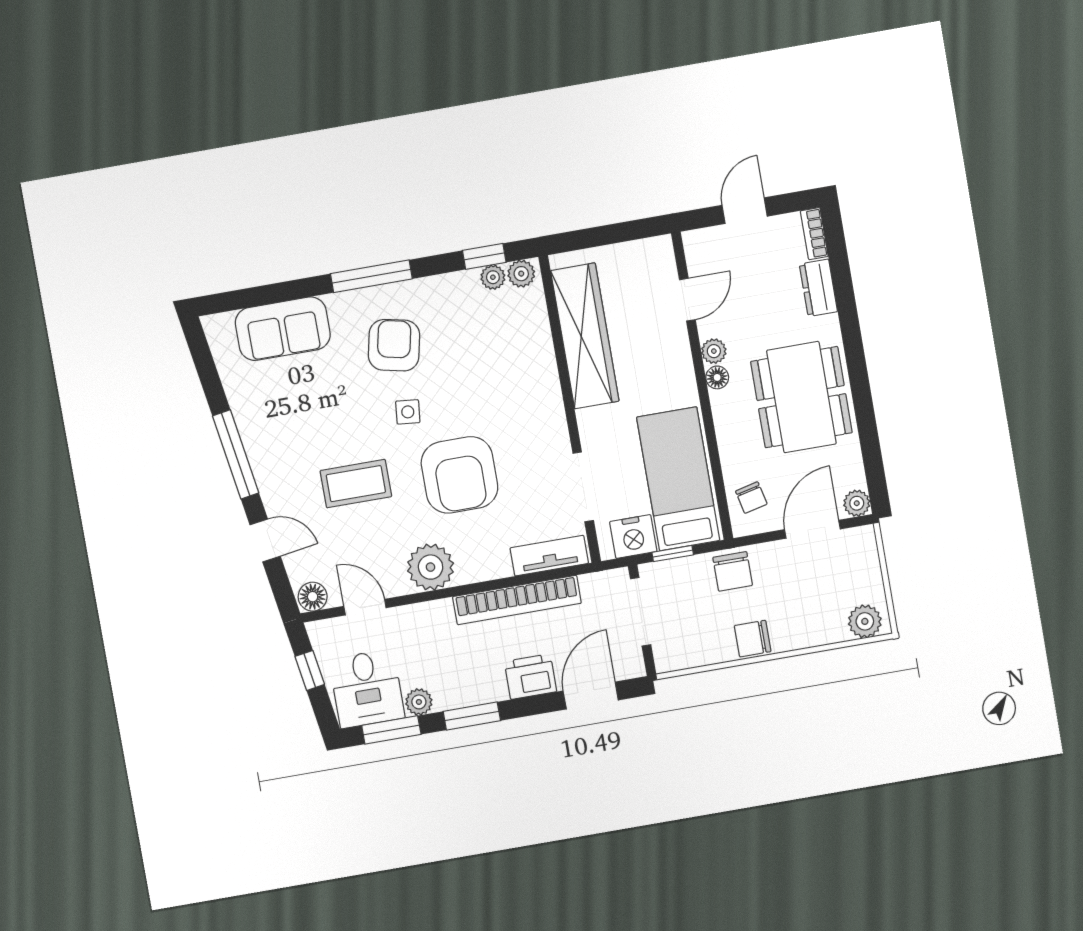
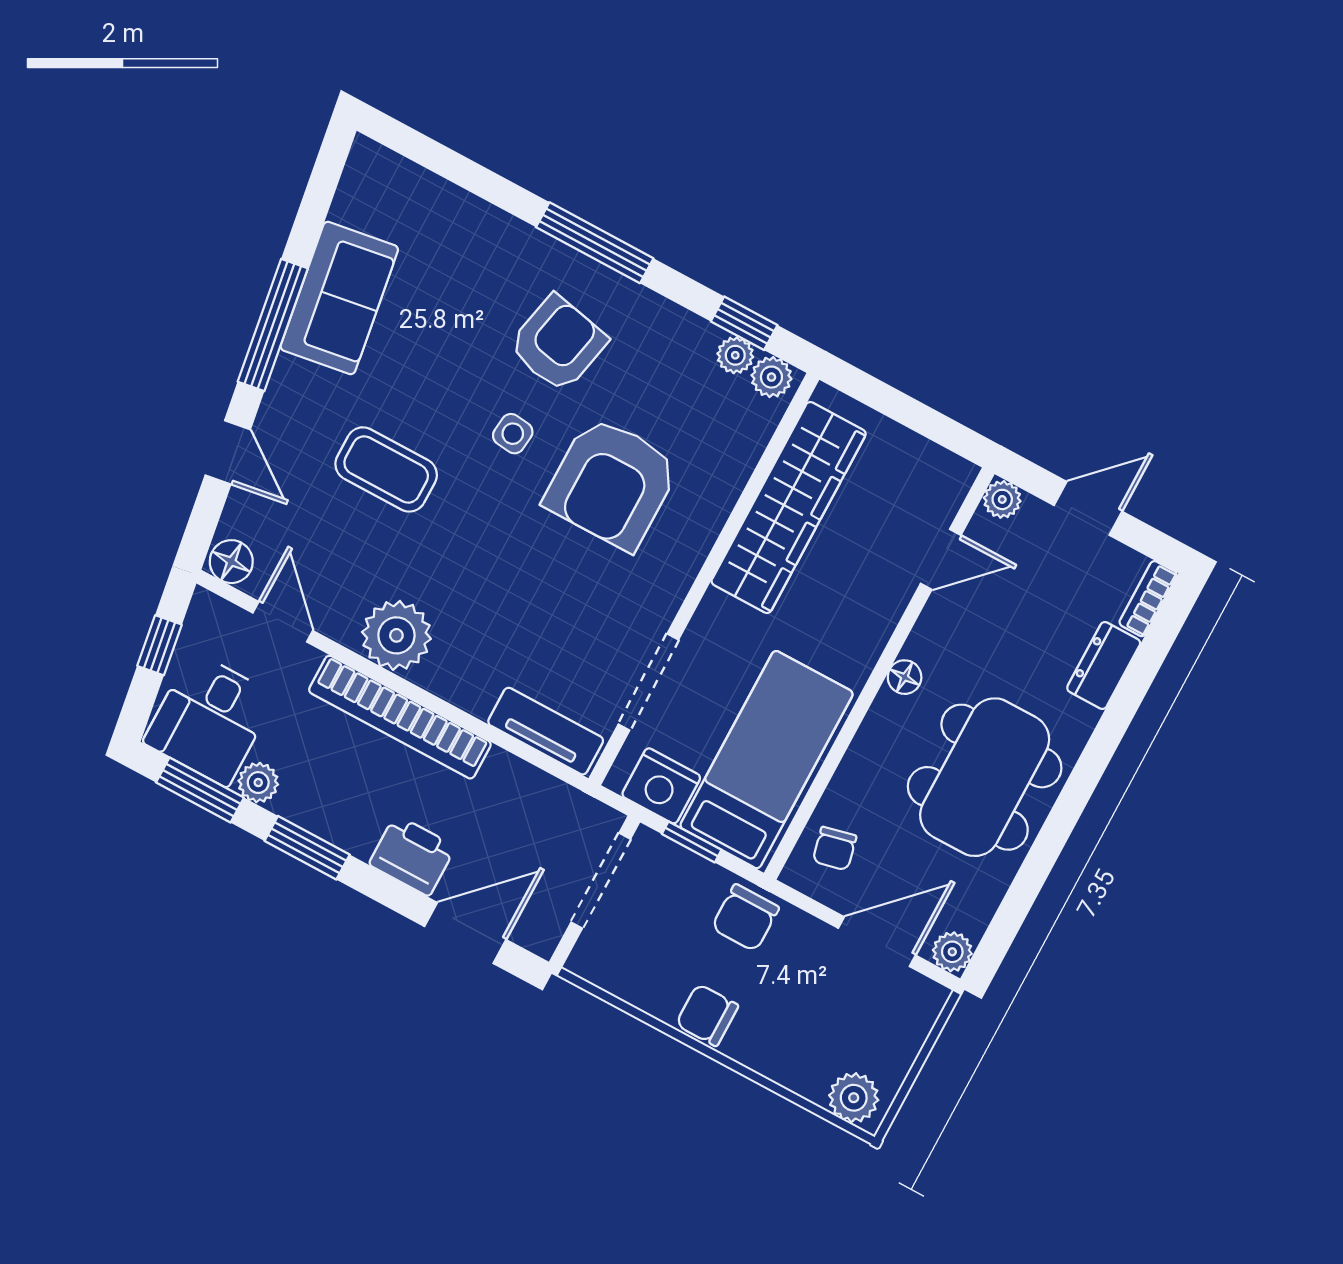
sofa: (283, 329) -> (339, 298), moved, turned -99
plant: (714, 351) -> (1002, 499), moved
armchair: (459, 475) -> (612, 483), moved
bookcase: (517, 600) -> (400, 717), moved

